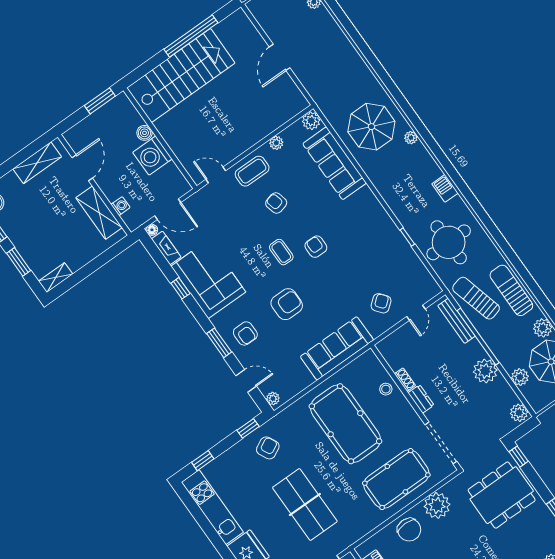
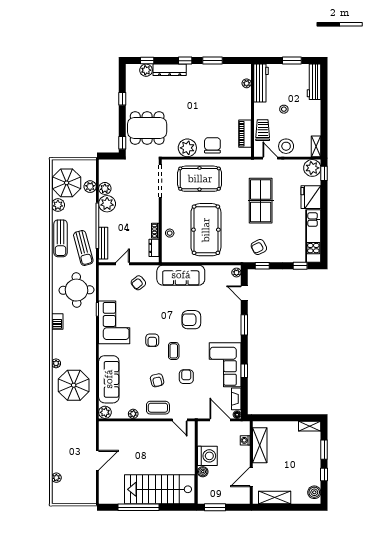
corner sofa: (376, 236) -> (114, 322), added
armchair: (245, 333) -> (186, 377), moved
dresser: (421, 399) -> (154, 248), moved
plant: (519, 413) -> (105, 188), moved

